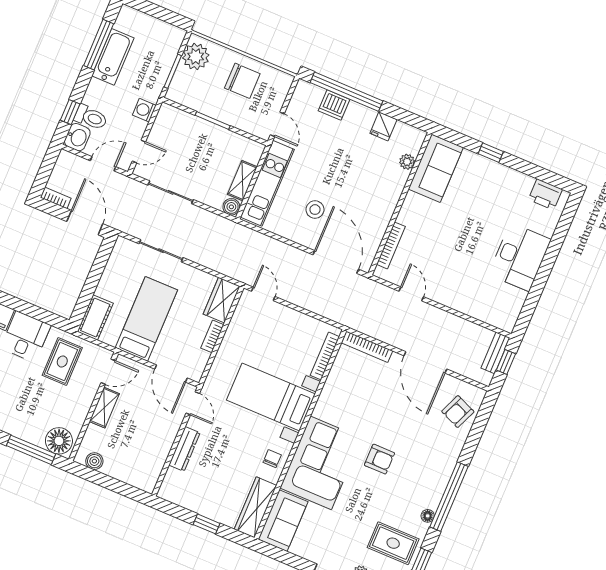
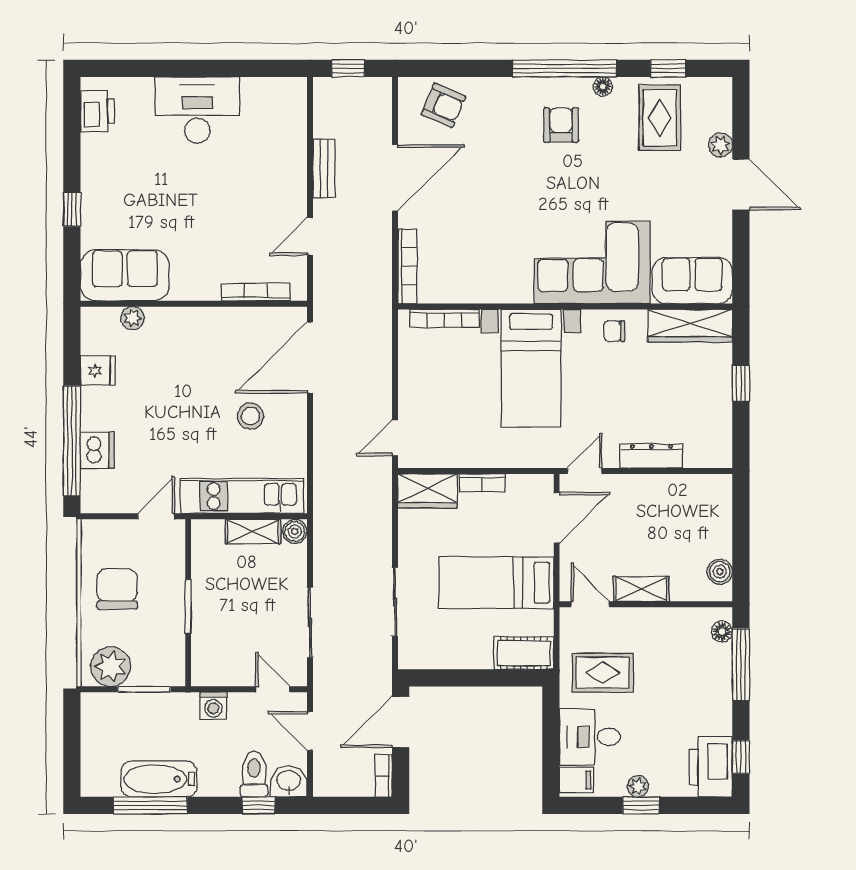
bench: (495, 353) -> (324, 168), moved, turned 90
floor lamp: (59, 441) -> (722, 632), width x0.53, depth x0.53
armchair: (379, 459) -> (561, 125), moved

